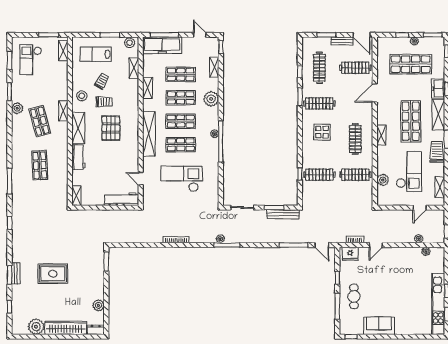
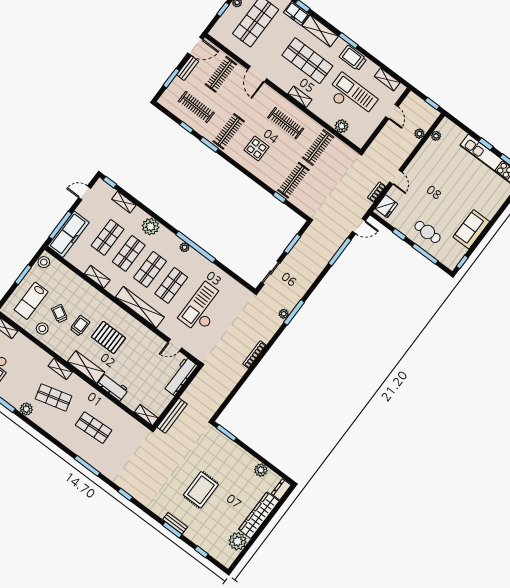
shelving: (134, 68) -> (70, 275), removed
stool: (82, 96) -> (42, 329), moved
bench: (283, 214) -> (172, 416), moved

